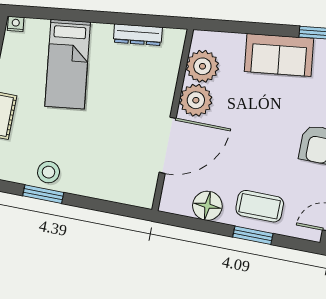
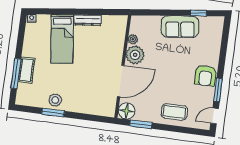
dresser: (138, 35) -> (88, 20), moved
plant: (202, 66) -> (133, 39), width x0.53, depth x0.53
floor lamp: (207, 206) -> (127, 111), moved
window: (253, 235) -> (141, 124), moved

